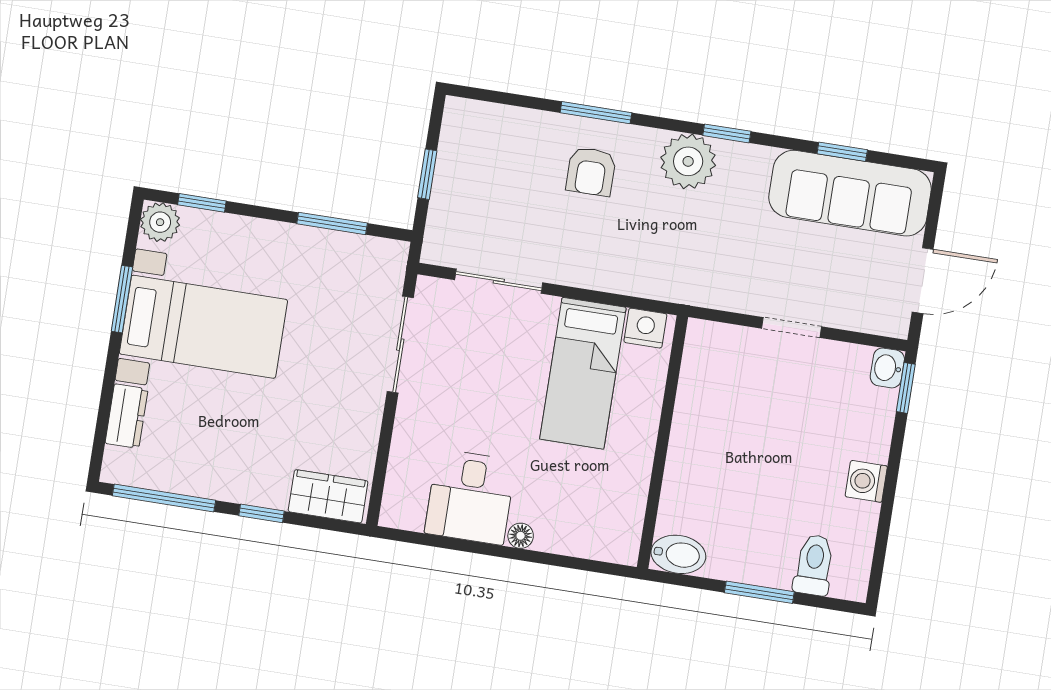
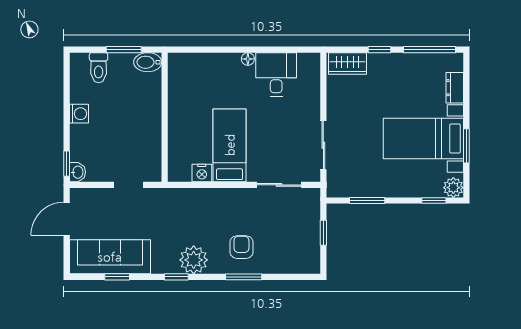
wall: (662, 442) -> (165, 117), moved
bidet: (678, 554) -> (148, 62), moved

